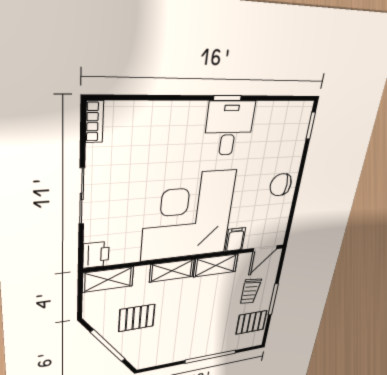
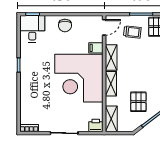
desk: (229, 128) -> (32, 29), moved, turned 90
door: (265, 249) -> (104, 27), hinge flipped

